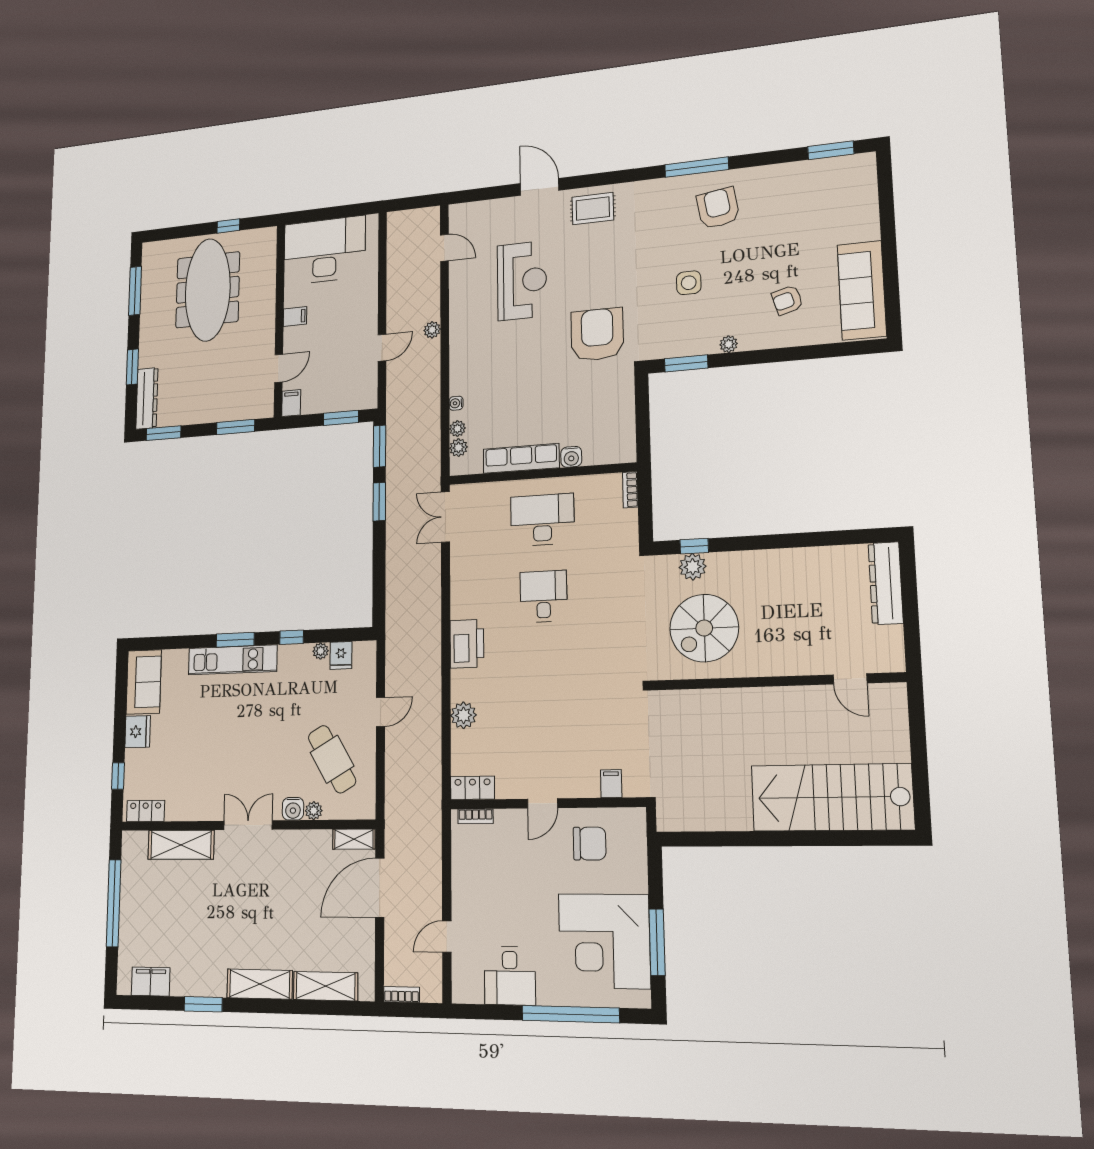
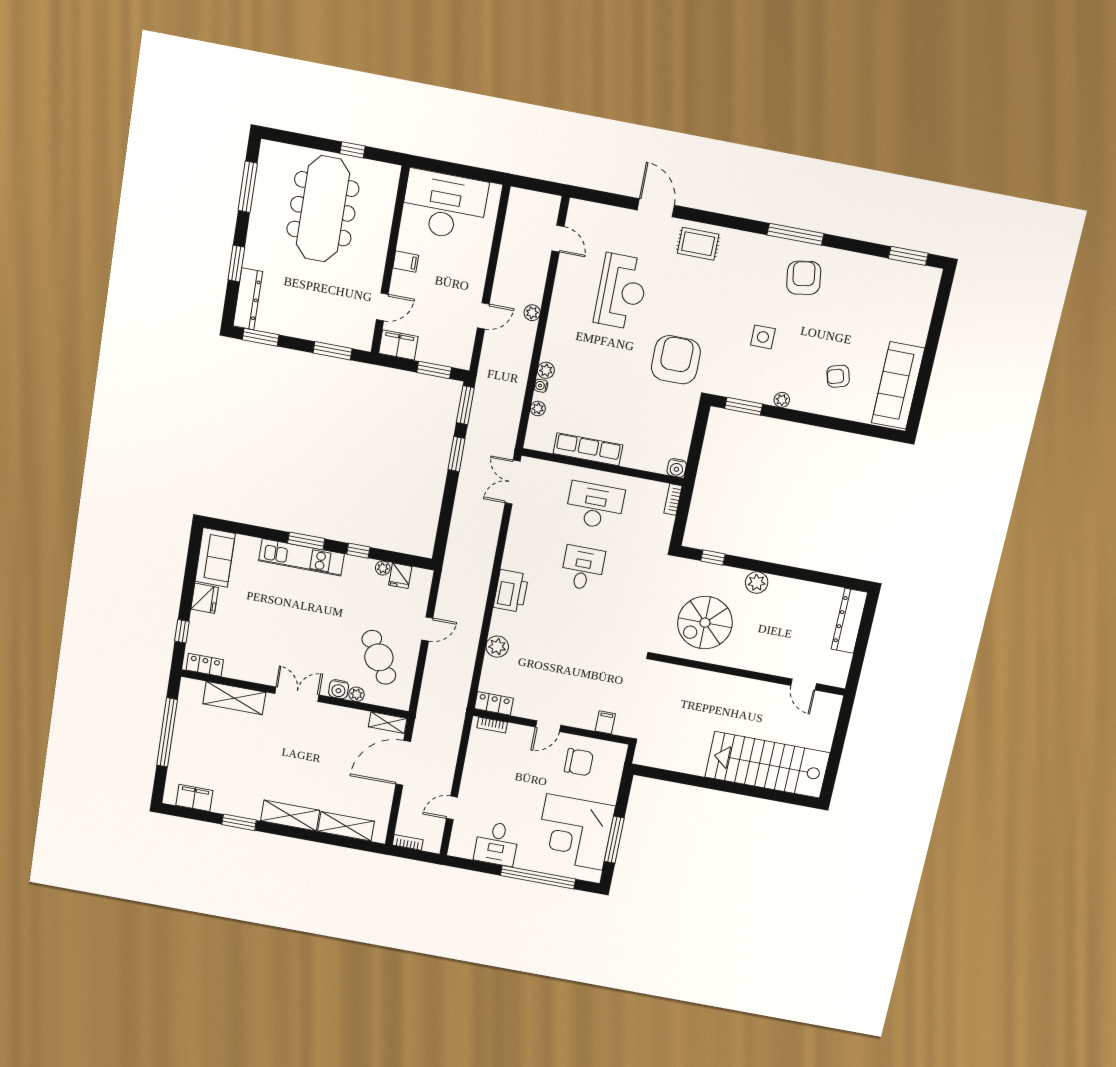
filing cabinet: (291, 403) -> (398, 345), width x2.00
plant: (458, 448) -> (546, 370), moved
water cooler: (571, 457) -> (677, 468), moved
plant: (693, 567) -> (757, 583), moved

